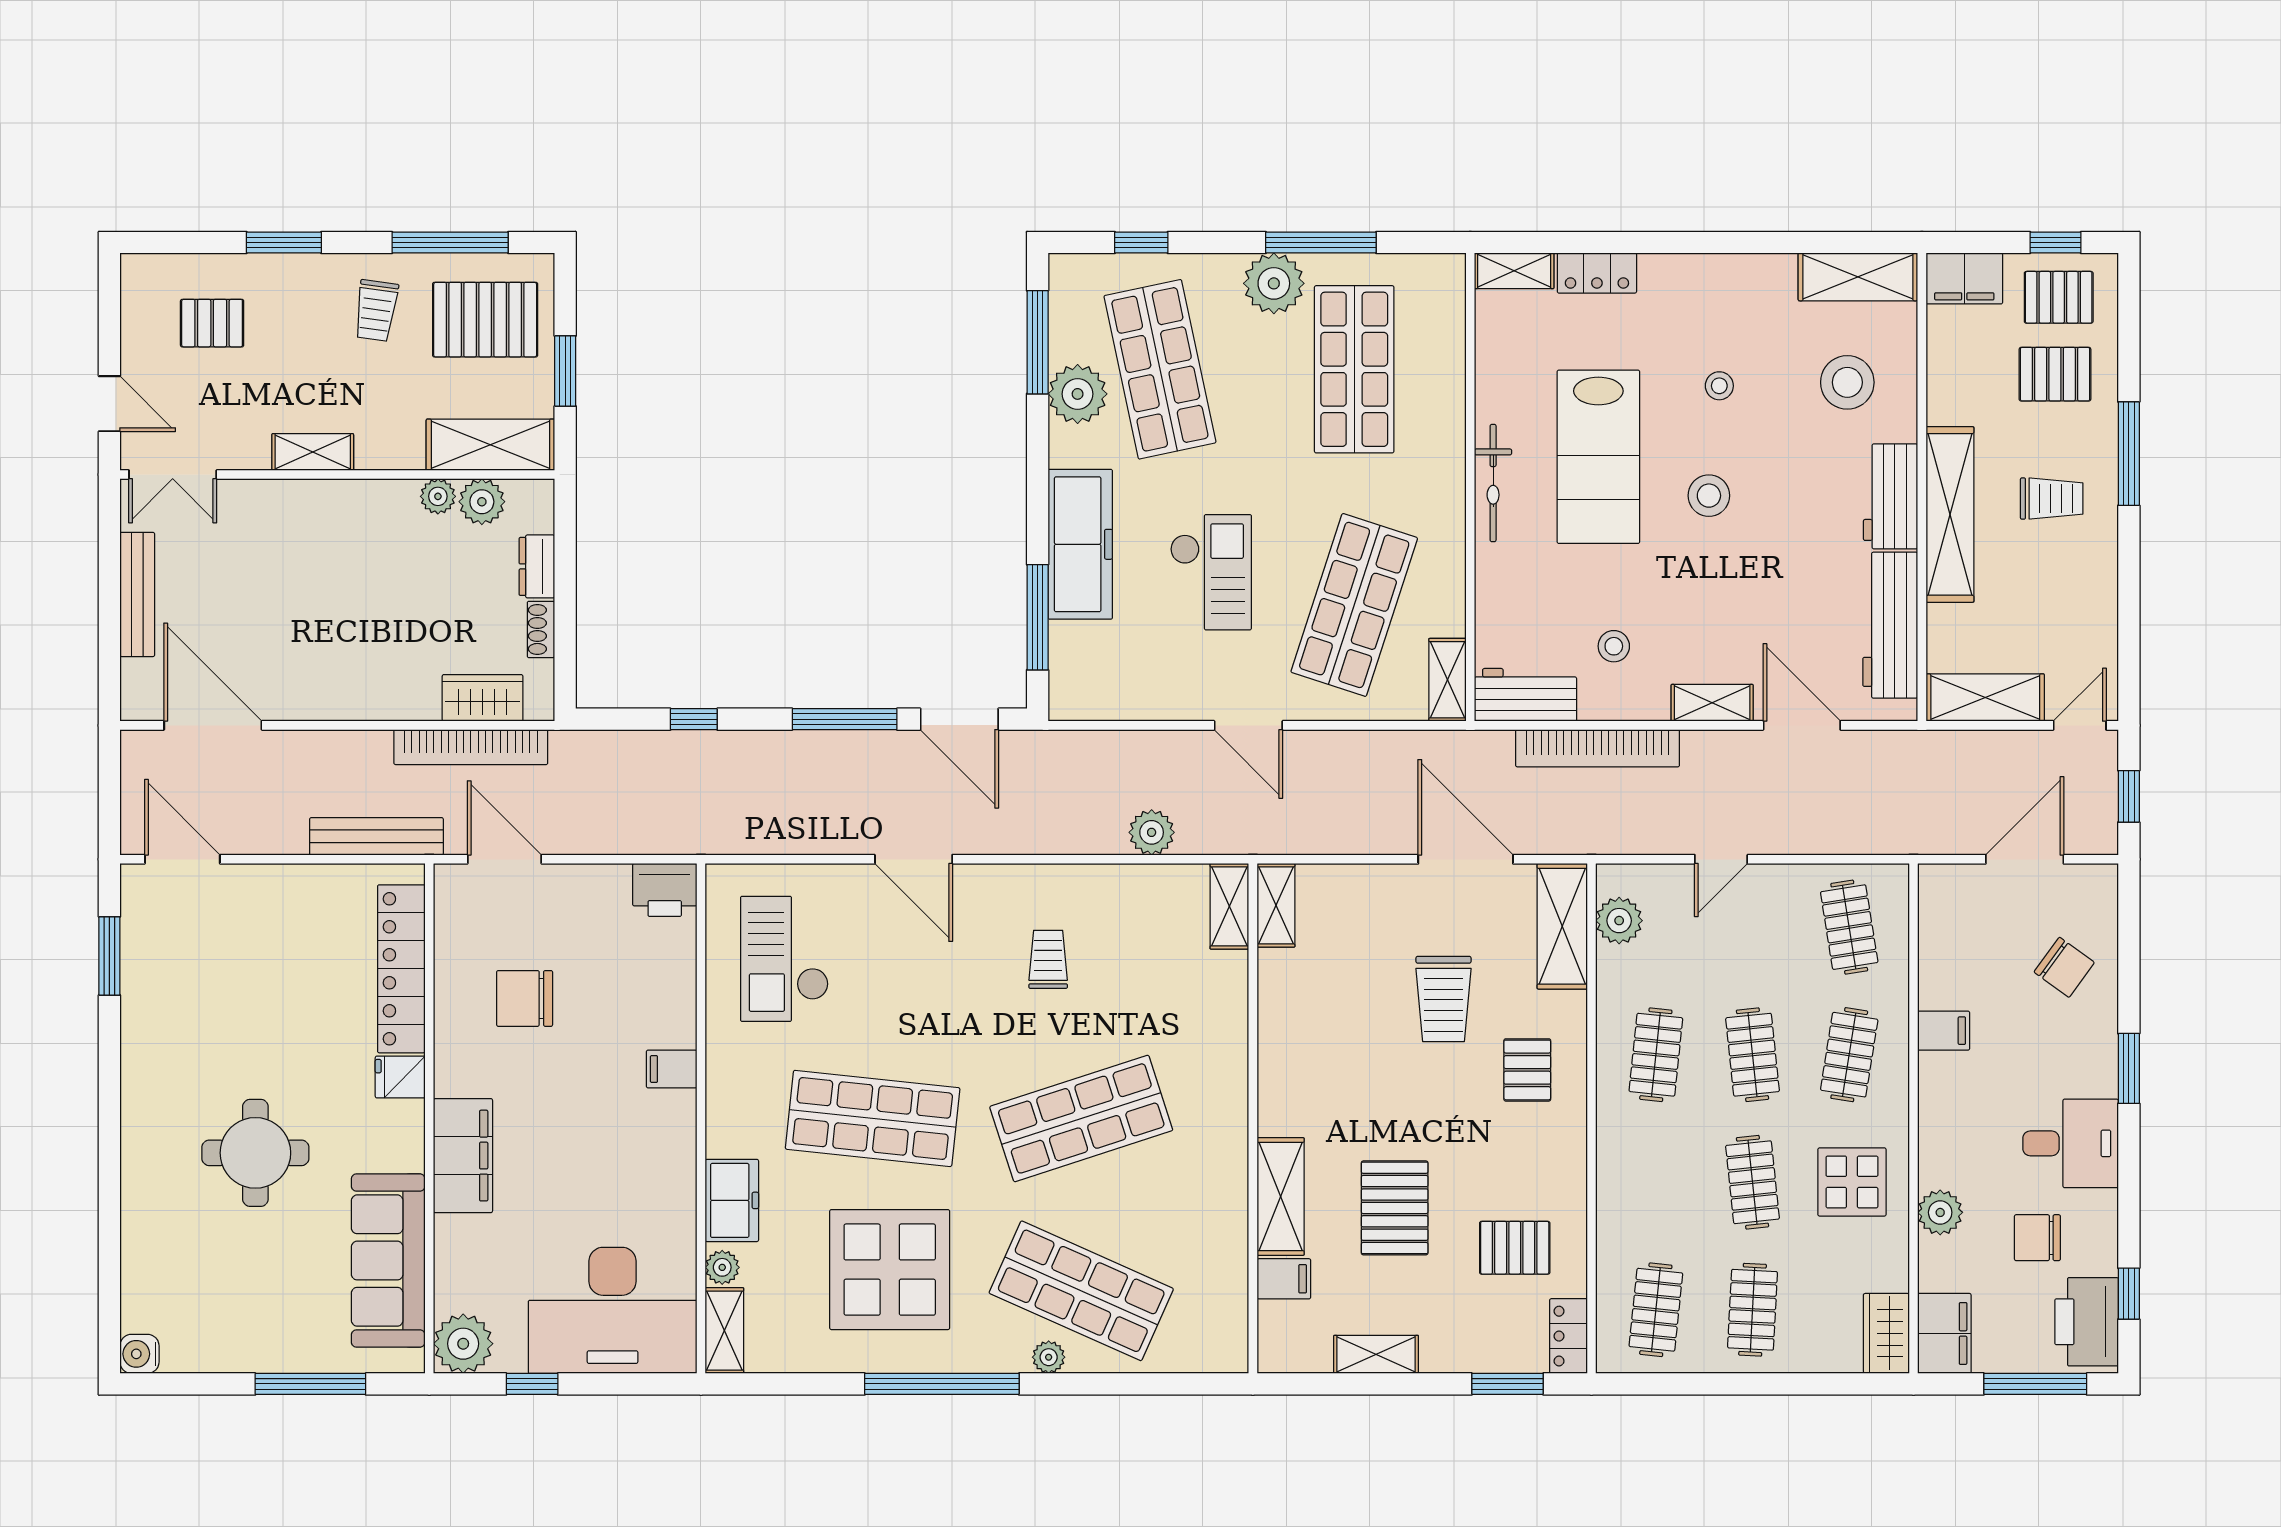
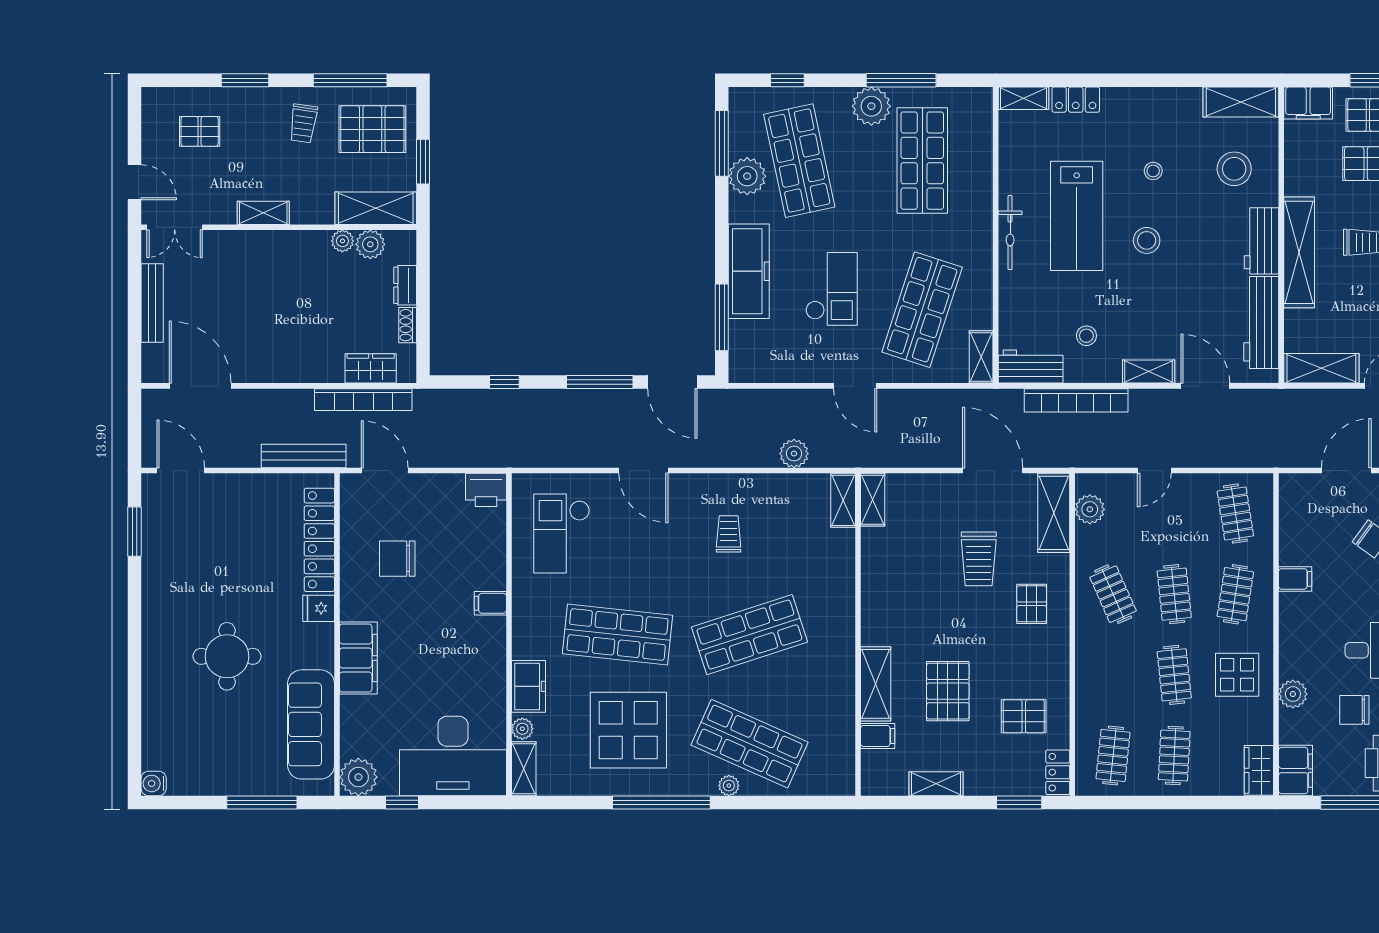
clothes rail: (1656, 1055) -> (1113, 594), turned -30

